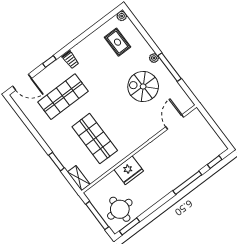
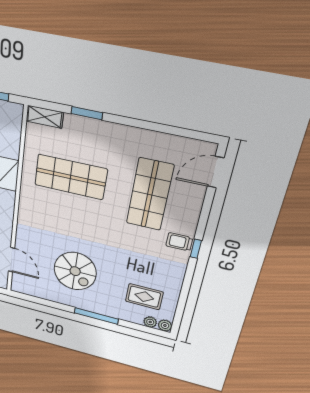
plant: (154, 58) -> (150, 322), moved
window: (49, 62) -> (196, 249), moved
window: (170, 67) -> (96, 316), moved
spiral stairs: (143, 86) -> (75, 271), turned 90

